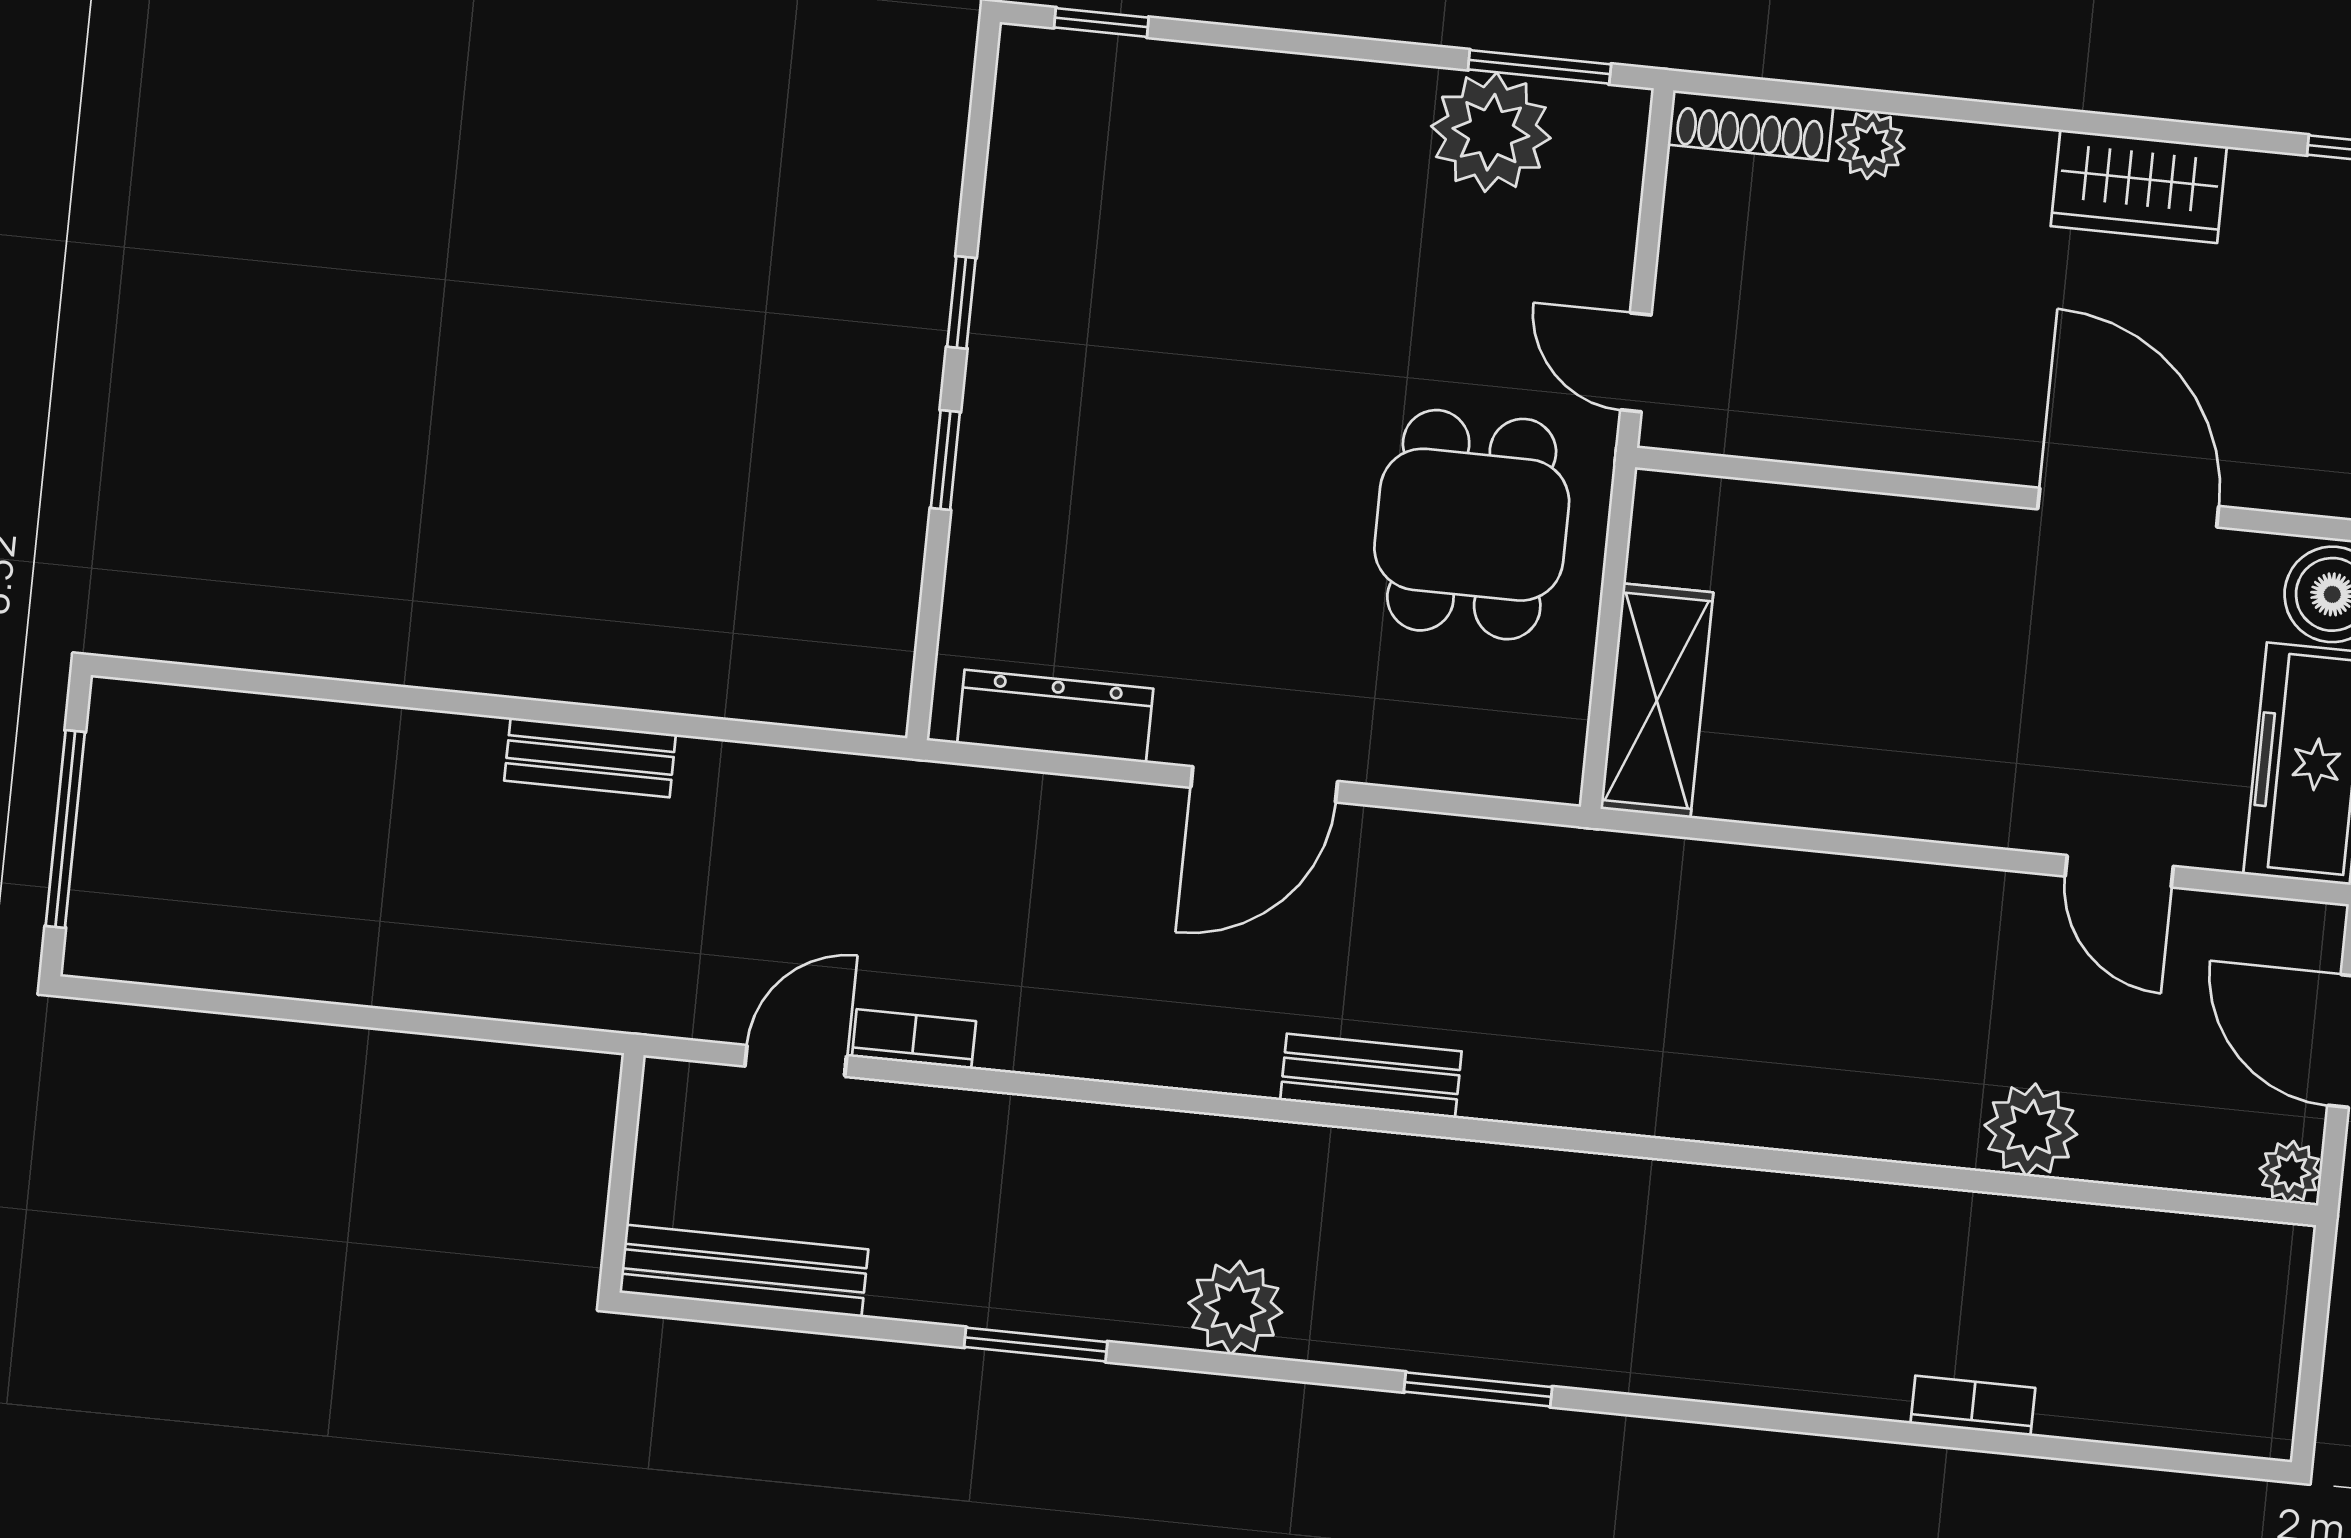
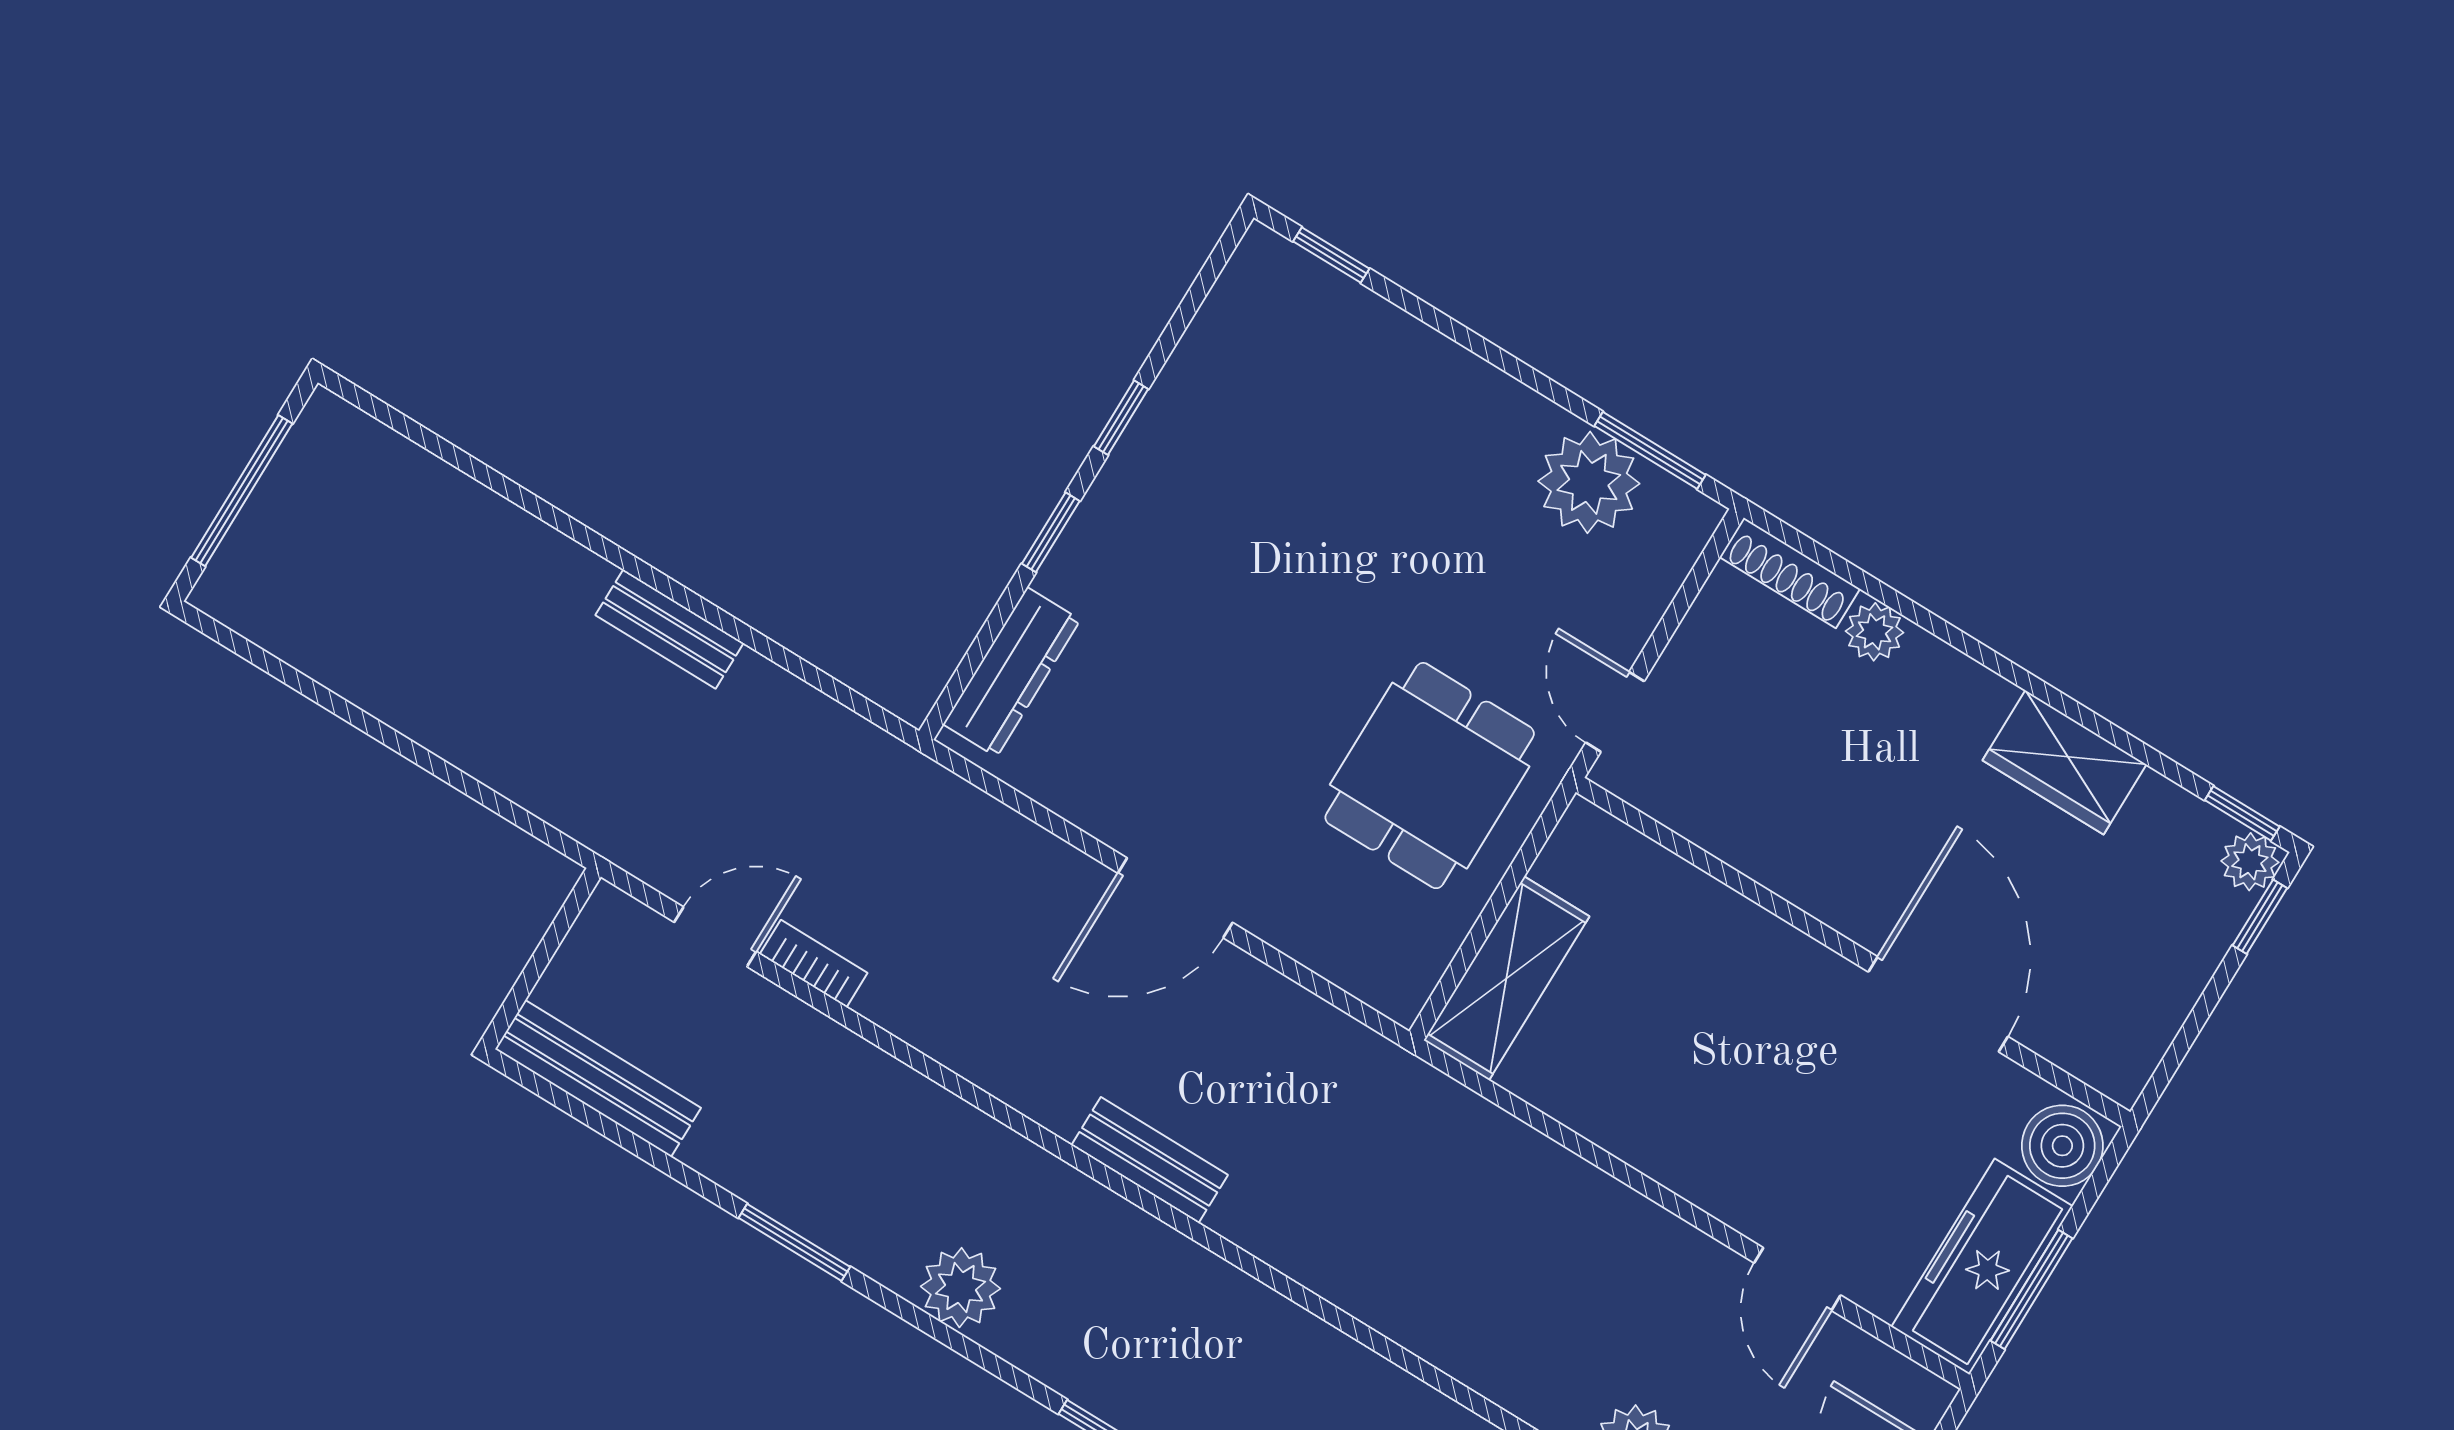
dresser: (1055, 716) -> (1012, 672), moved, turned 90

